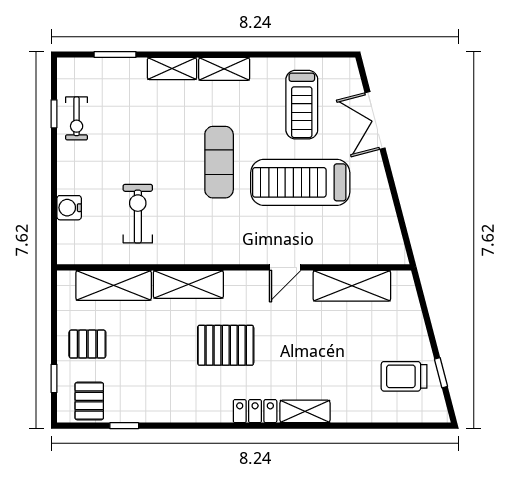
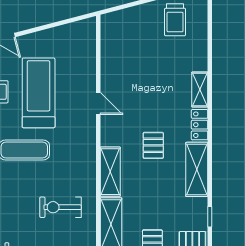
treadmill: (300, 182) -> (39, 93), turned 180
shelving: (352, 286) -> (197, 169), moved
pallet: (226, 345) -> (153, 145), width x0.67, depth x0.71

